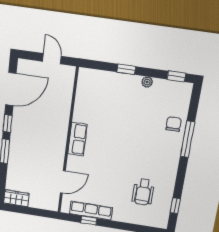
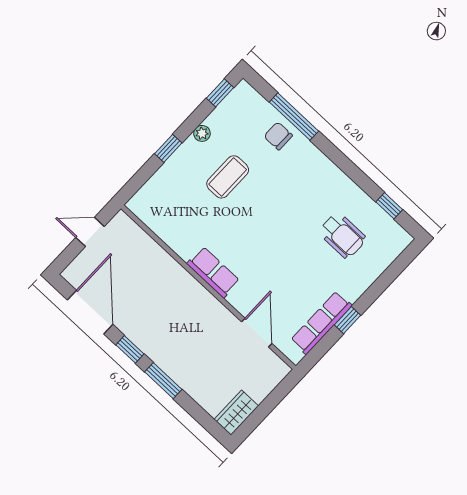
coffee table: (133, 112) -> (228, 177), added
window: (188, 139) -> (294, 117), moved
window: (89, 220) -> (348, 320), moved

